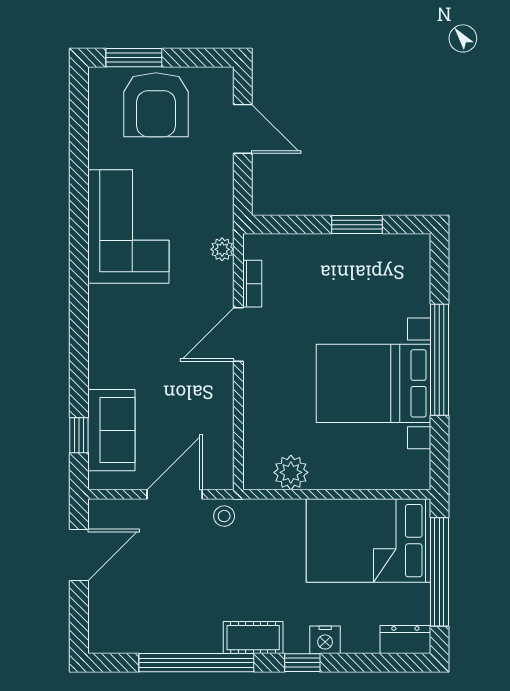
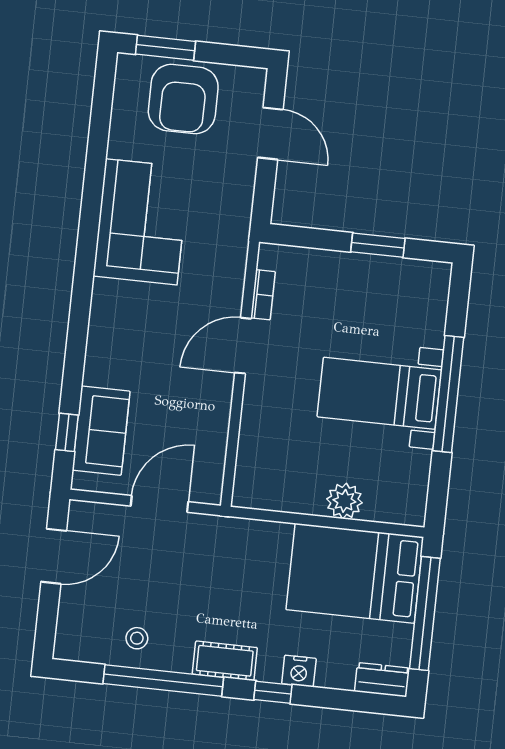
plant: (222, 249) -> (236, 256), removed
bed with nightstands: (373, 383) -> (379, 393), width x0.73
plant: (291, 472) -> (344, 501), moved
stool: (224, 516) -> (137, 638), moved

